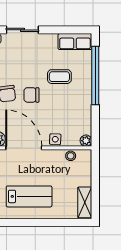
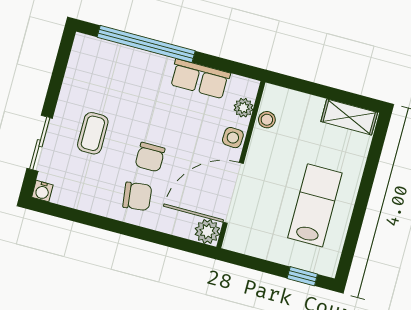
row of seats: (75, 42) -> (200, 79), moved, turned 90
coffee table: (59, 77) -> (93, 133), moved
plant: (86, 141) -> (243, 108), moved

